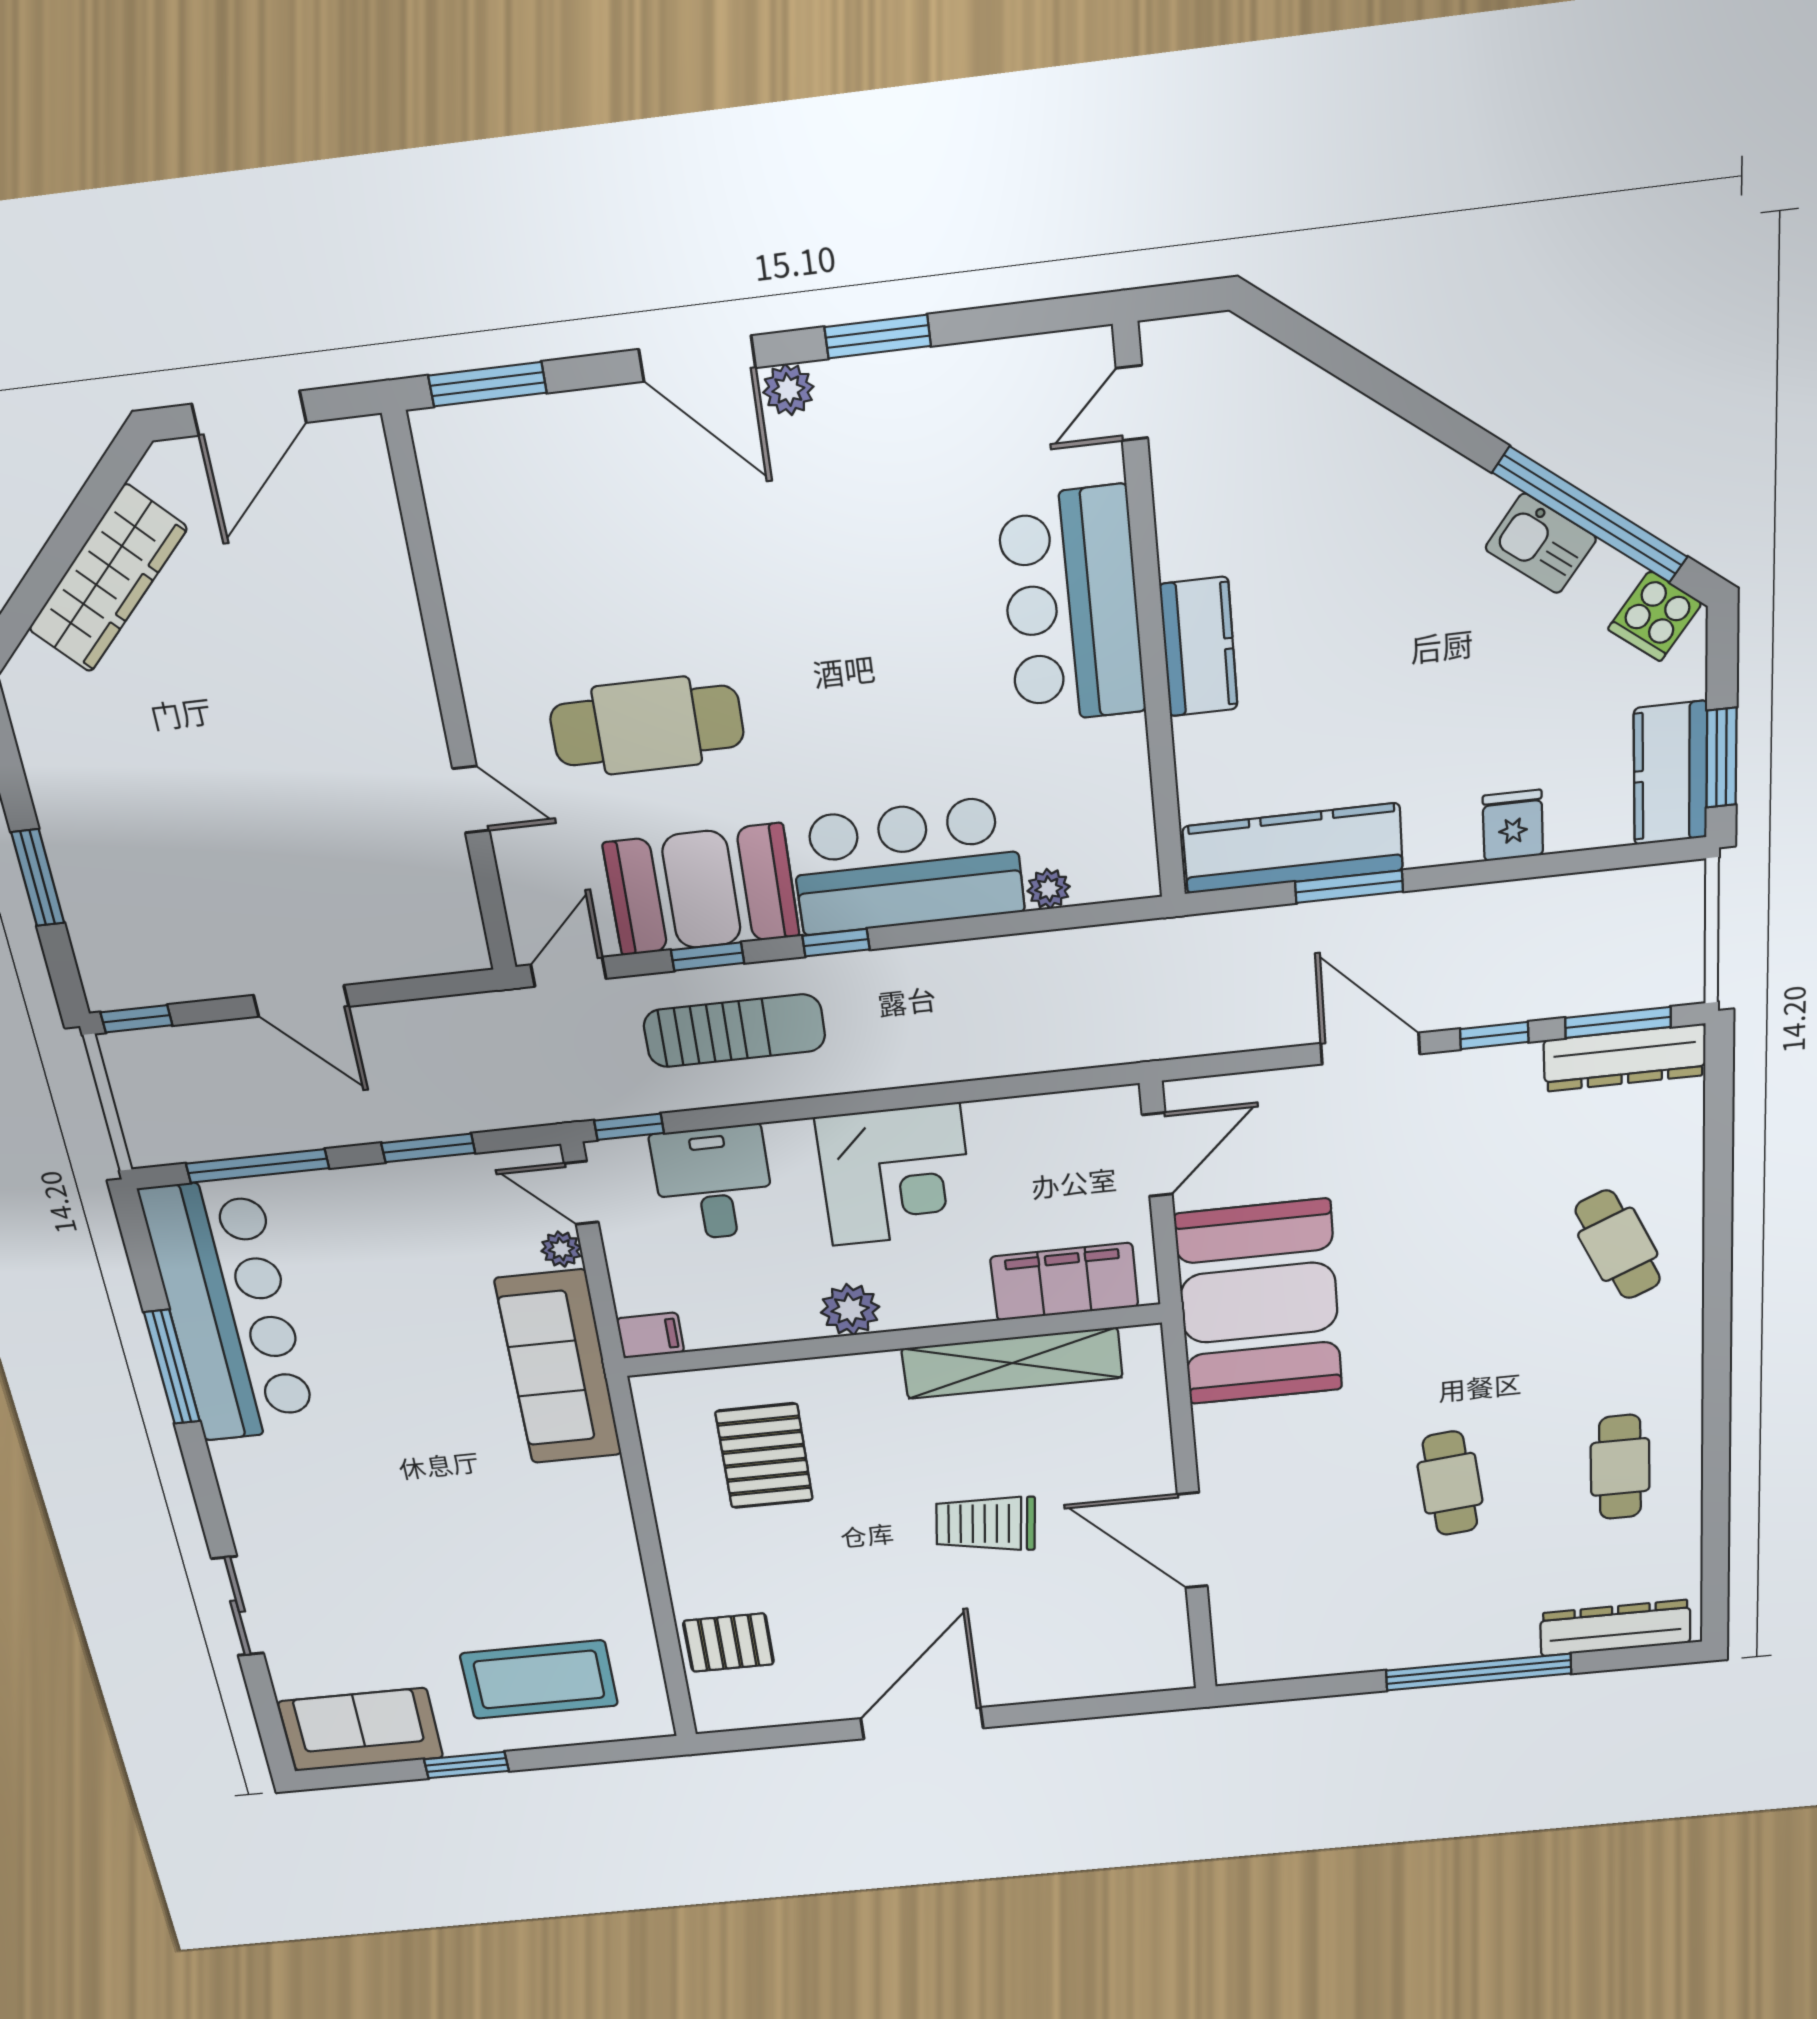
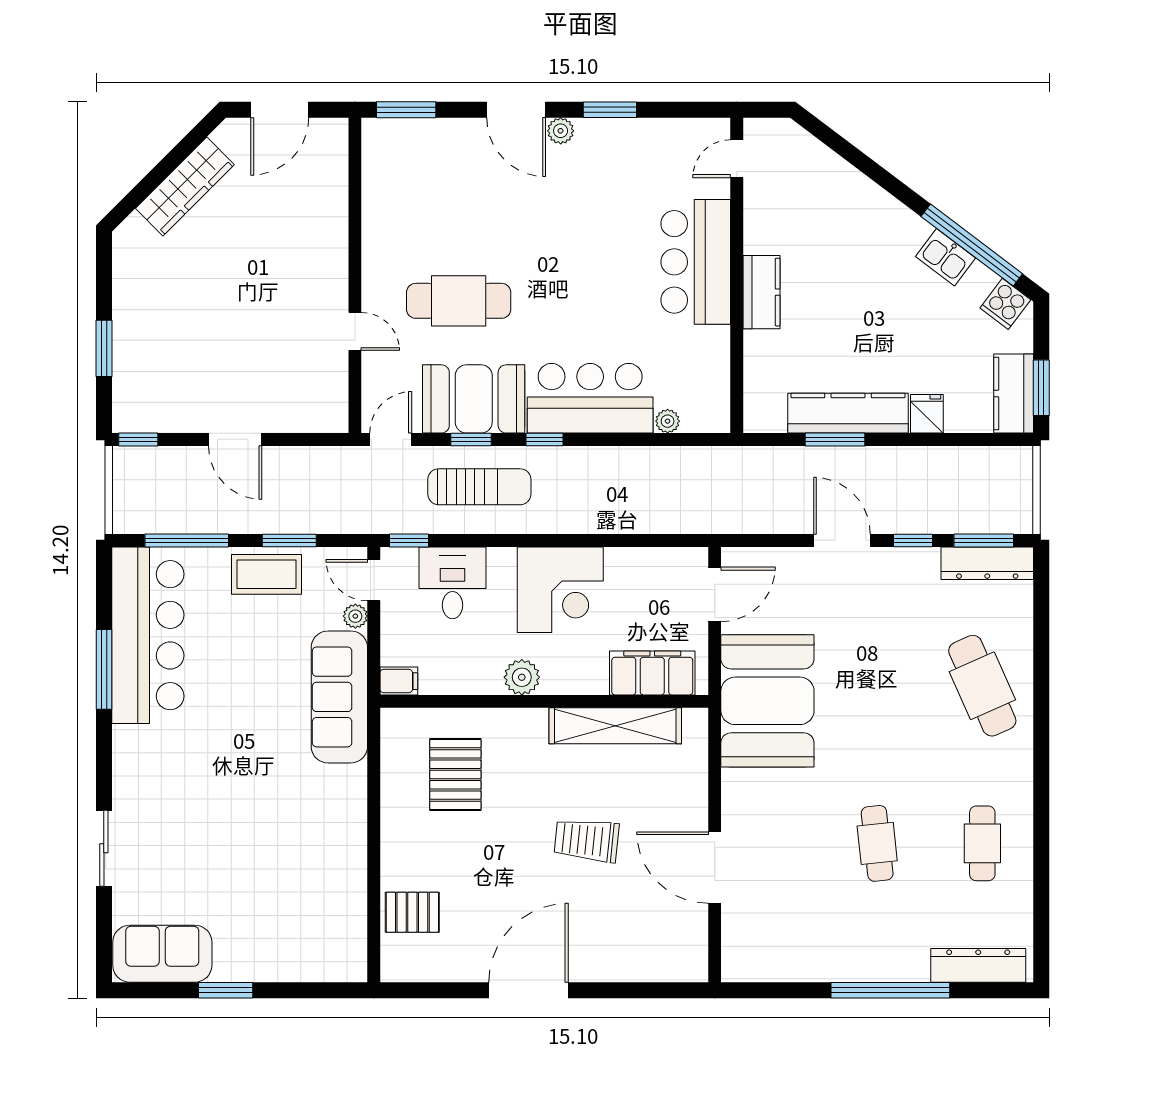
kitchen counter: (1293, 848) -> (848, 413), moved
cafe table: (1618, 1245) -> (982, 686), width x1.37, depth x1.35
coffee table: (539, 1680) -> (266, 574), moved, width x0.73, depth x0.76

